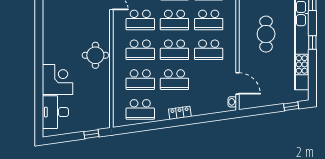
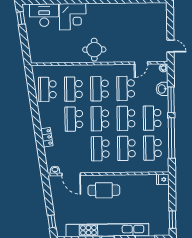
cafe table: (266, 34) -> (104, 190), moved
door: (238, 83) -> (71, 174), hinge flipped
locker: (180, 113) -> (47, 137), moved
window: (91, 134) -> (21, 18), moved

